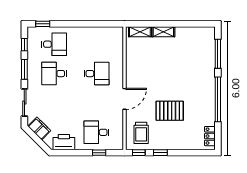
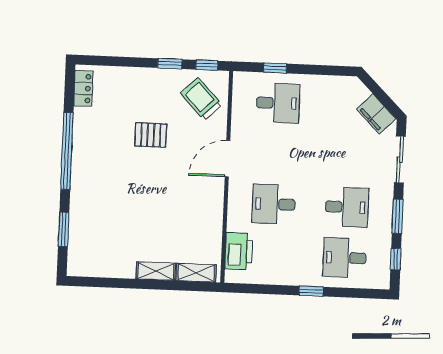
window: (43, 24) -> (311, 291), moved
window: (218, 54) -> (64, 229), width x0.69
pallet: (170, 111) -> (151, 135), width x0.67, depth x0.71
trolley: (141, 133) -> (201, 99), turned -44
printer: (64, 142) -> (239, 251), moved, turned -90

